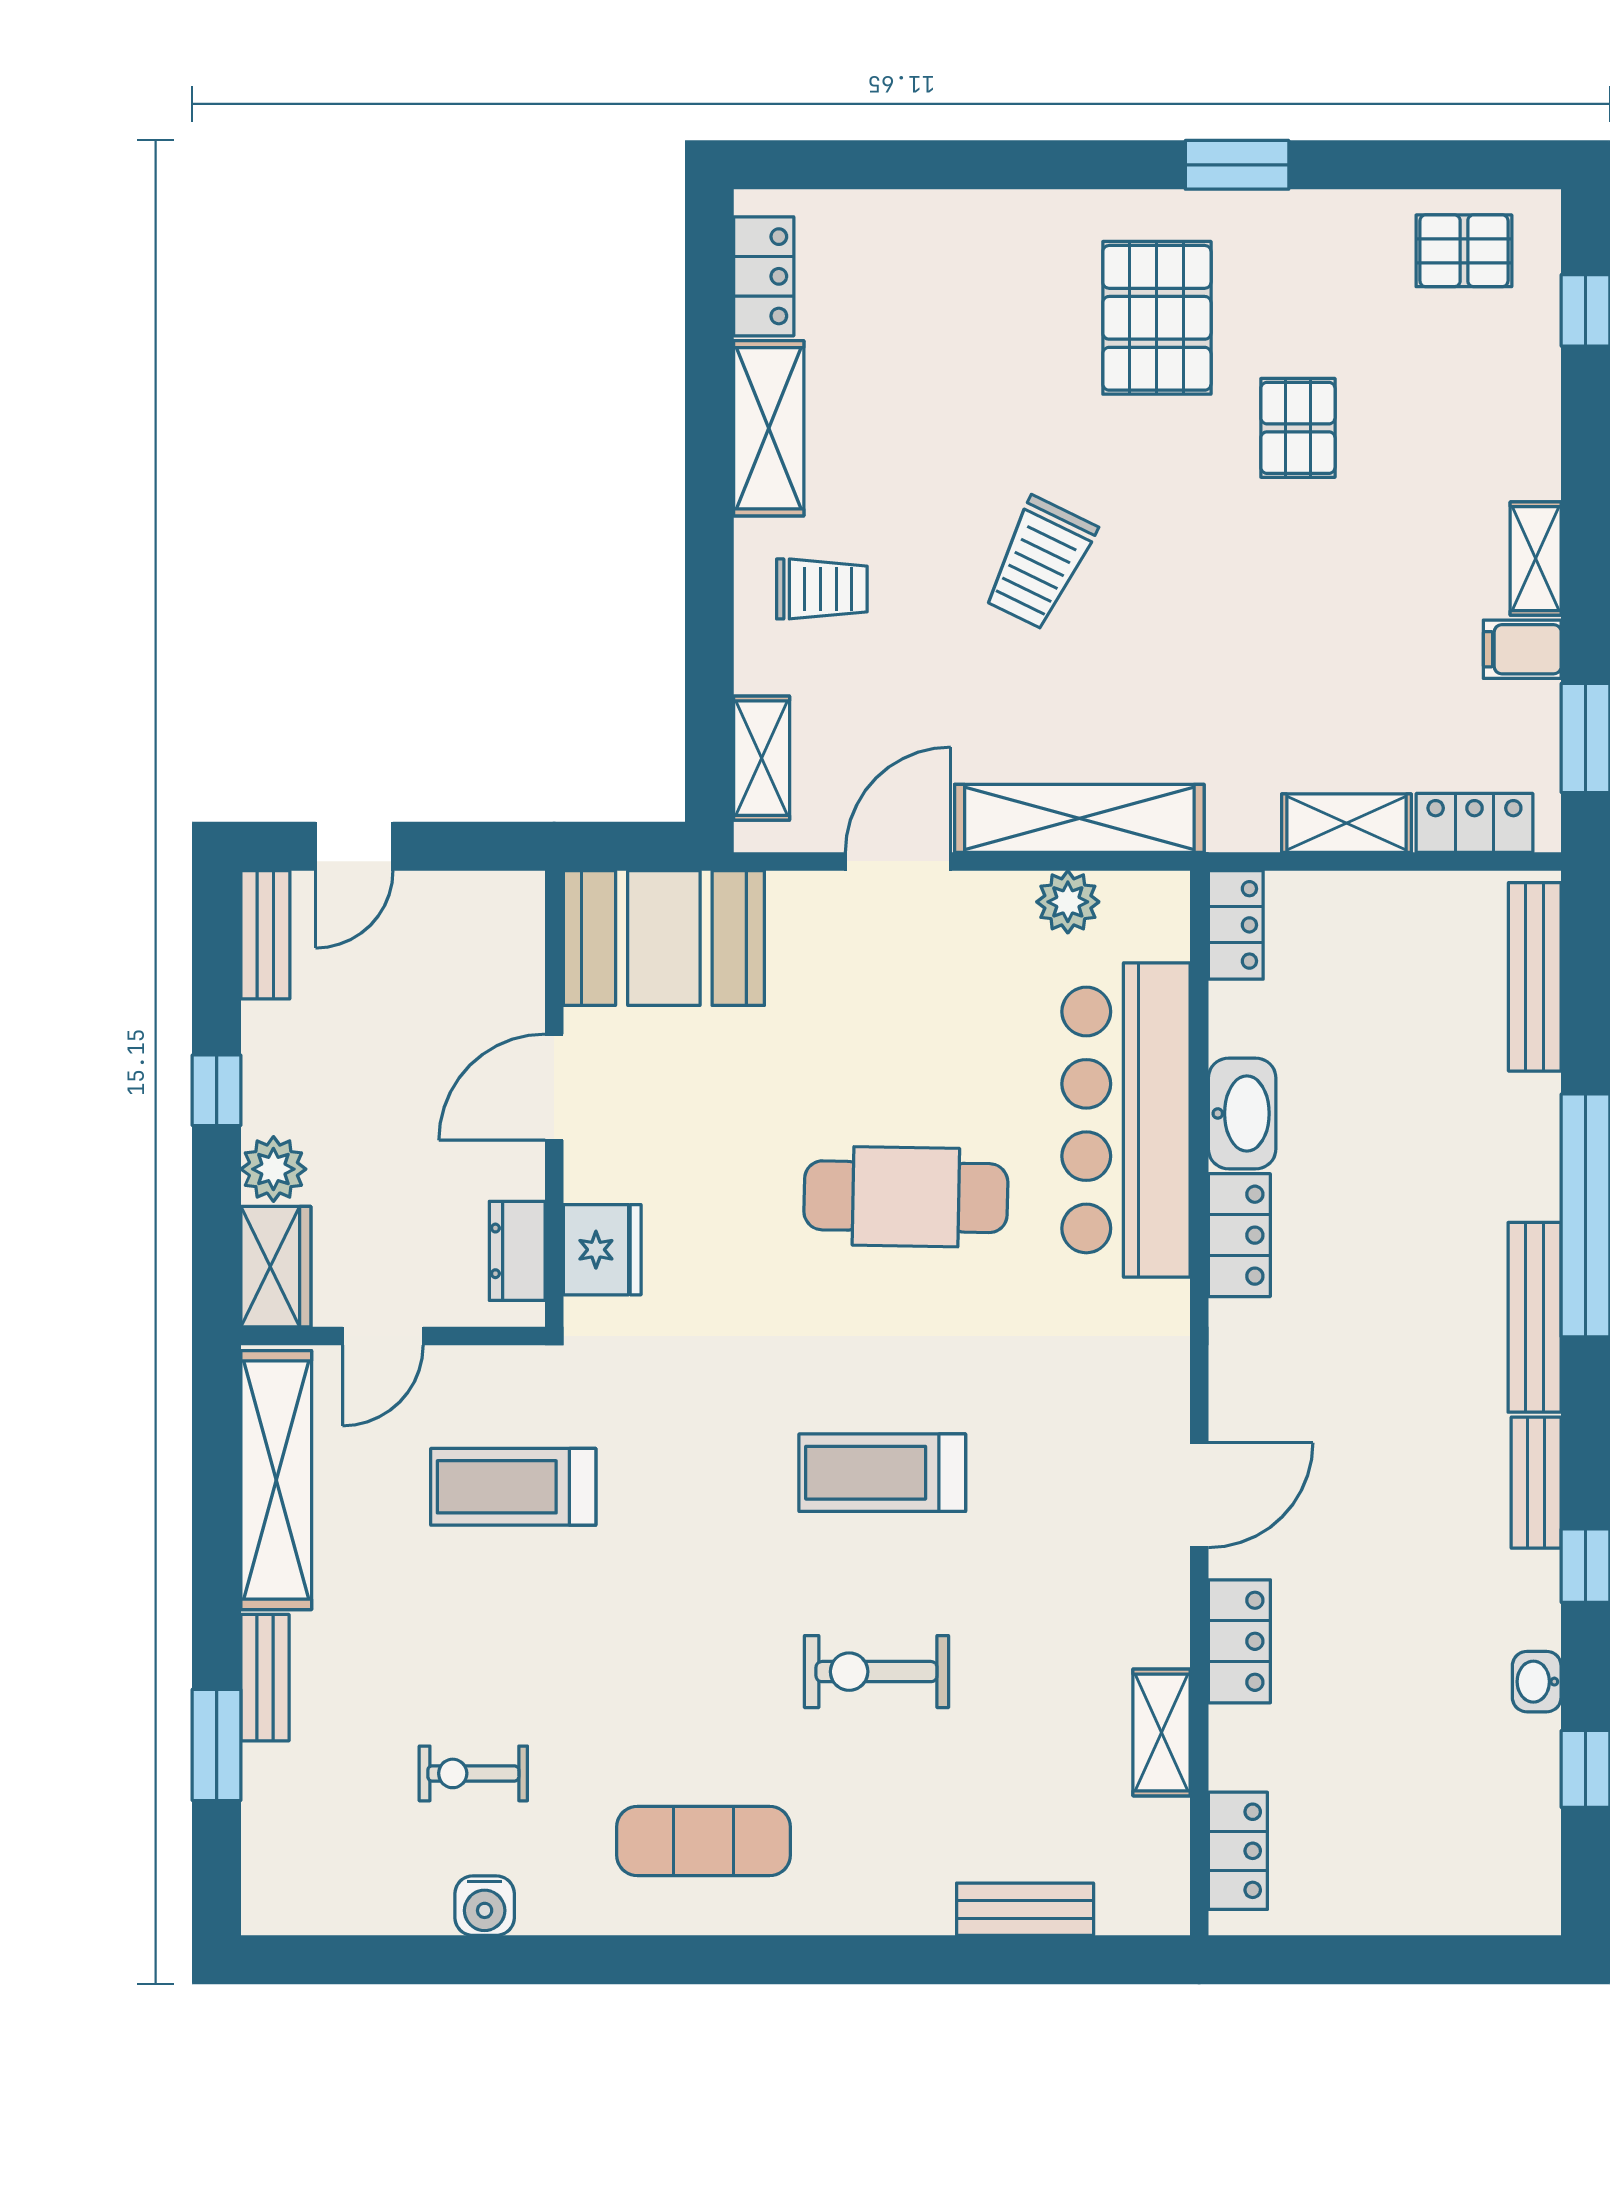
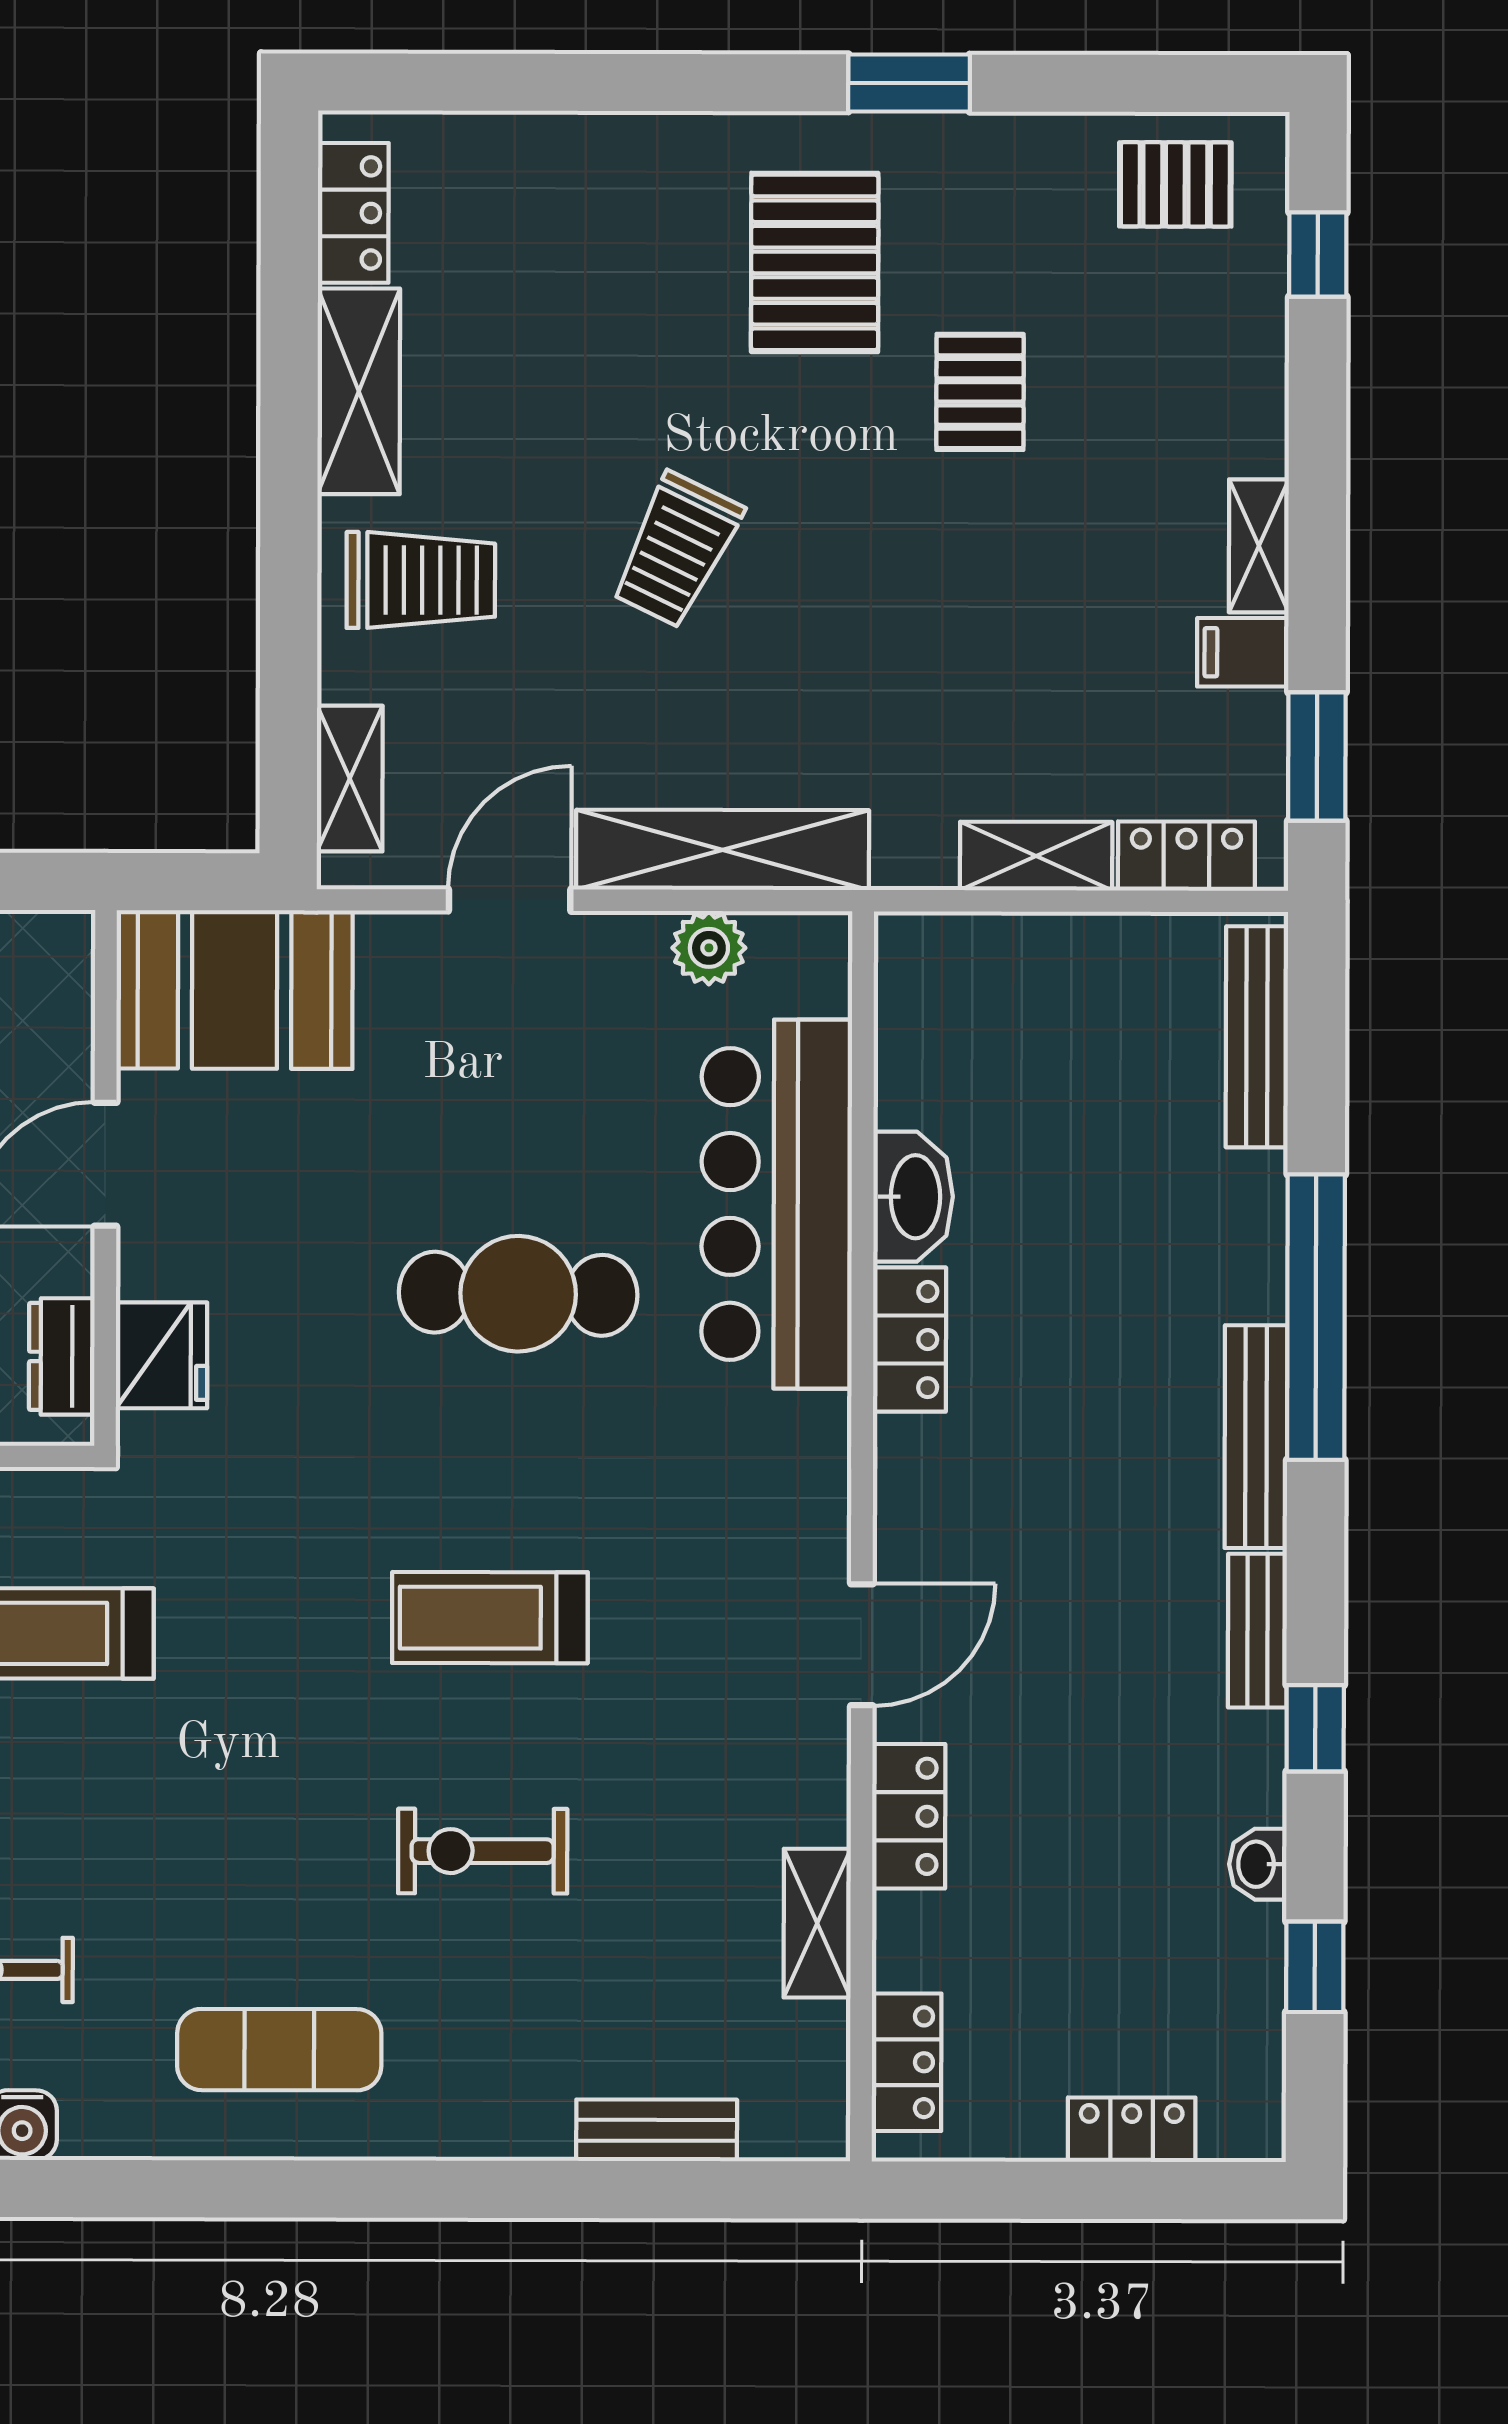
trolley: (822, 589) -> (421, 580), width x1.36, depth x1.39
locker: (1236, 925) -> (1132, 2130), moved, turned -90

